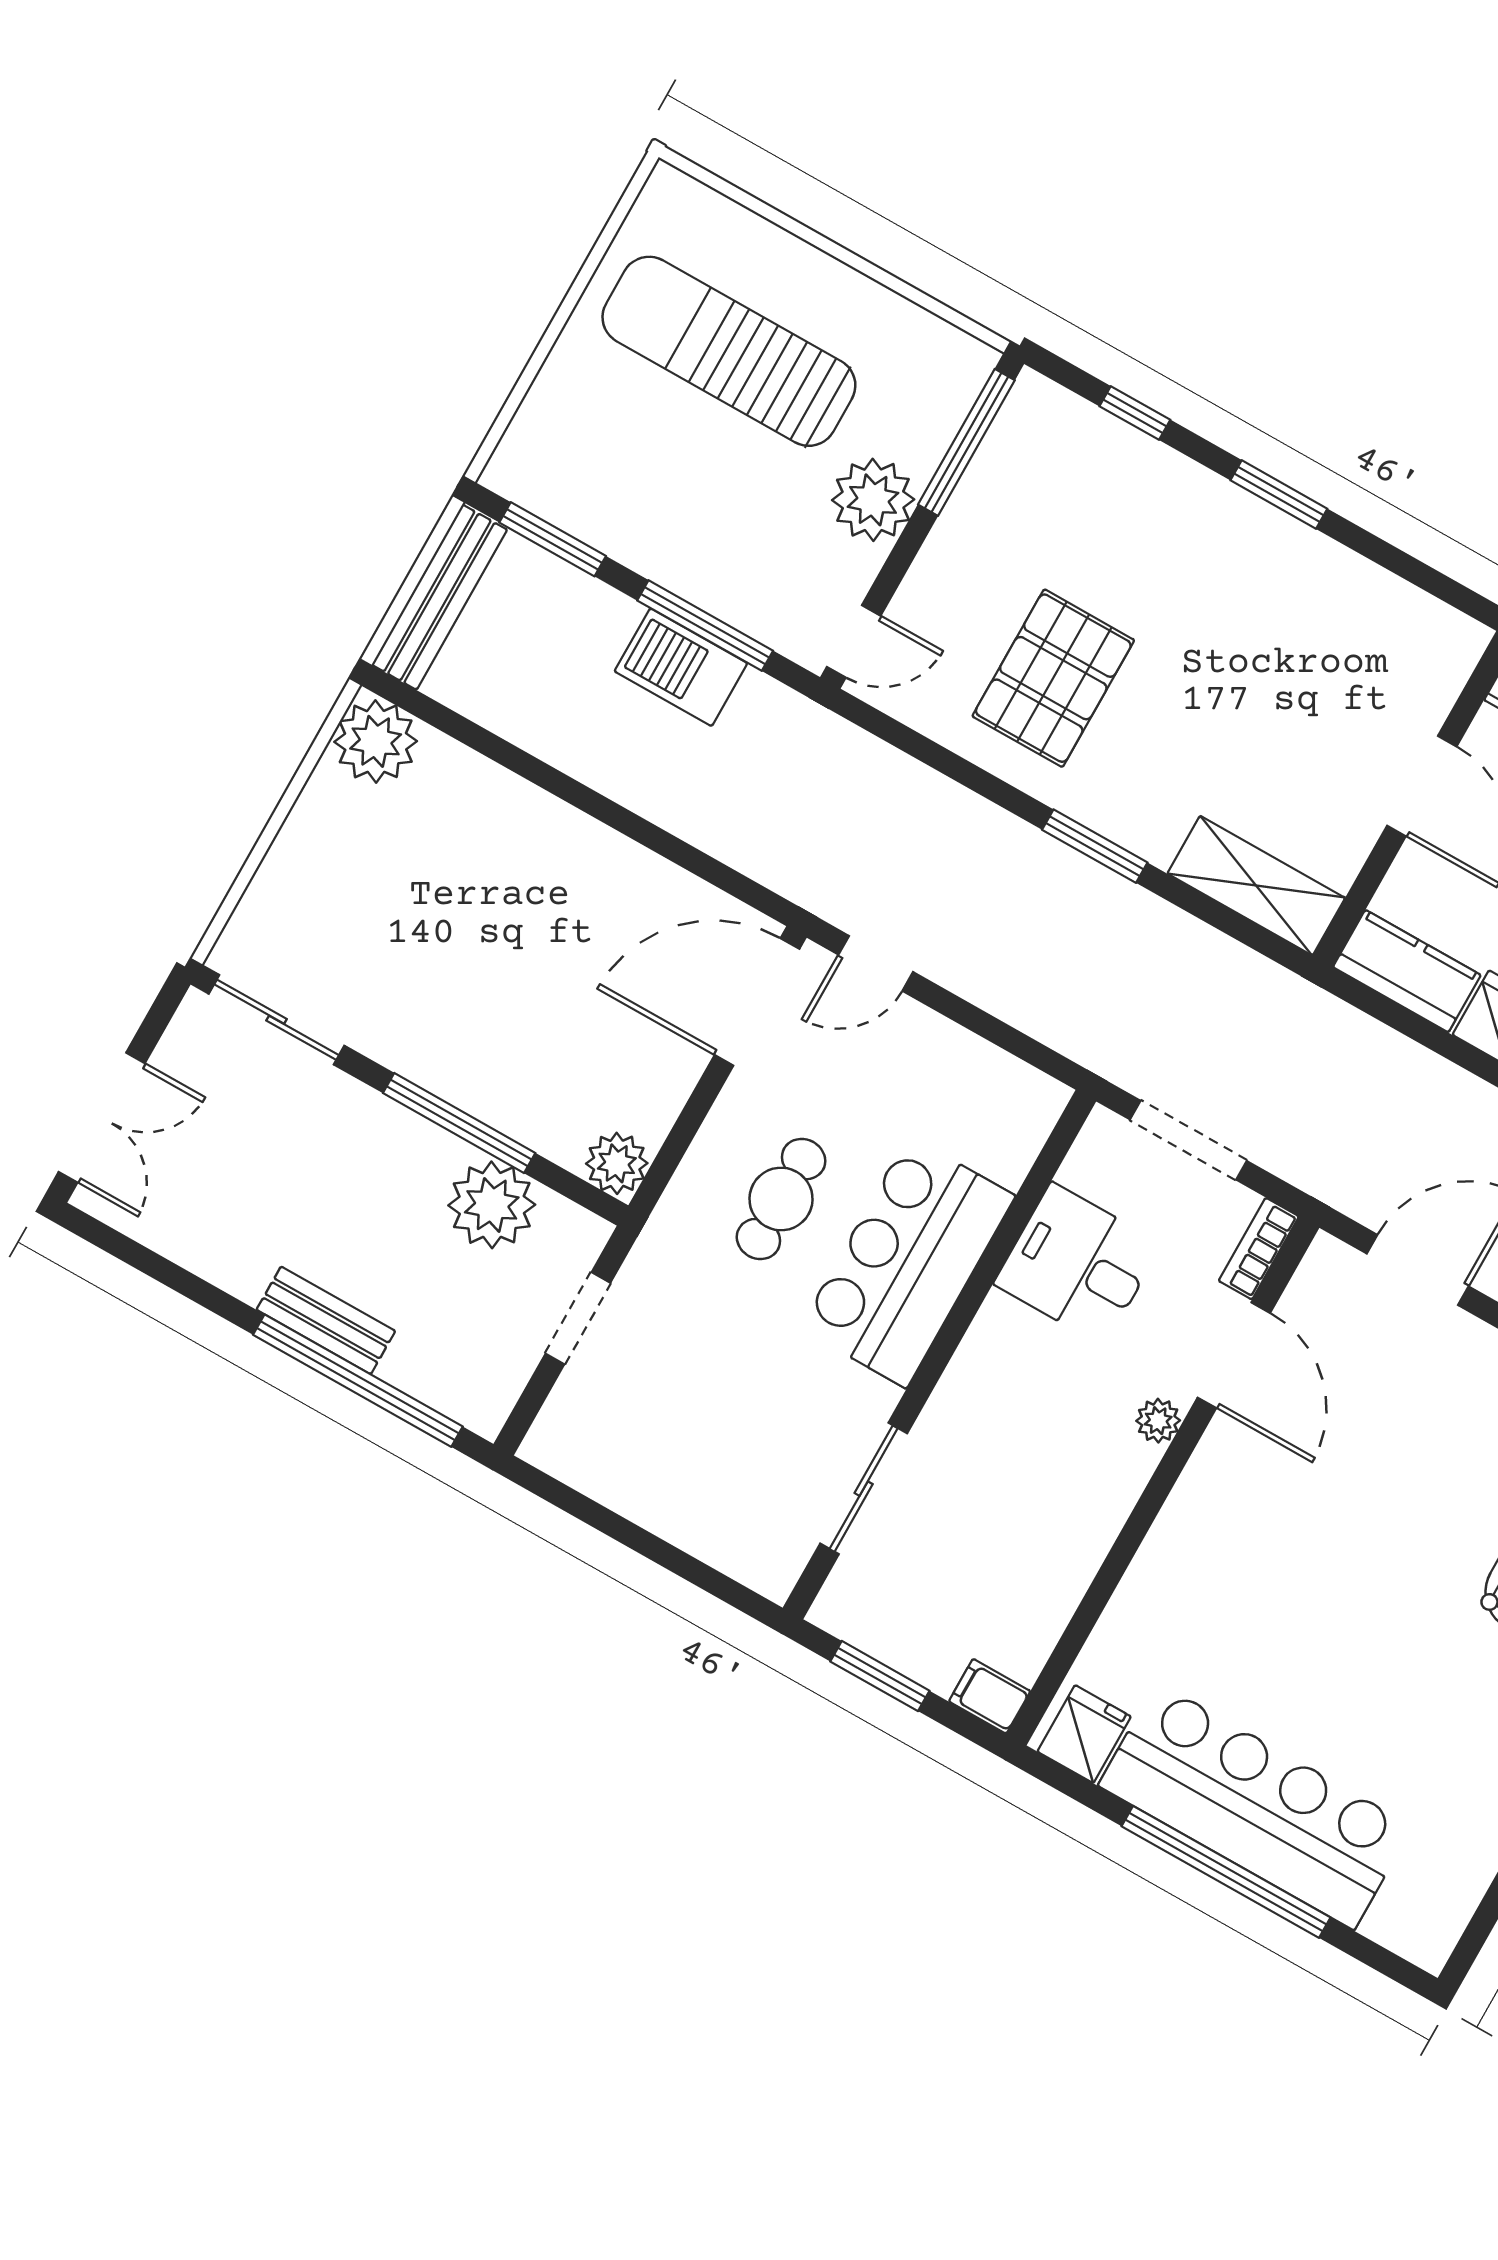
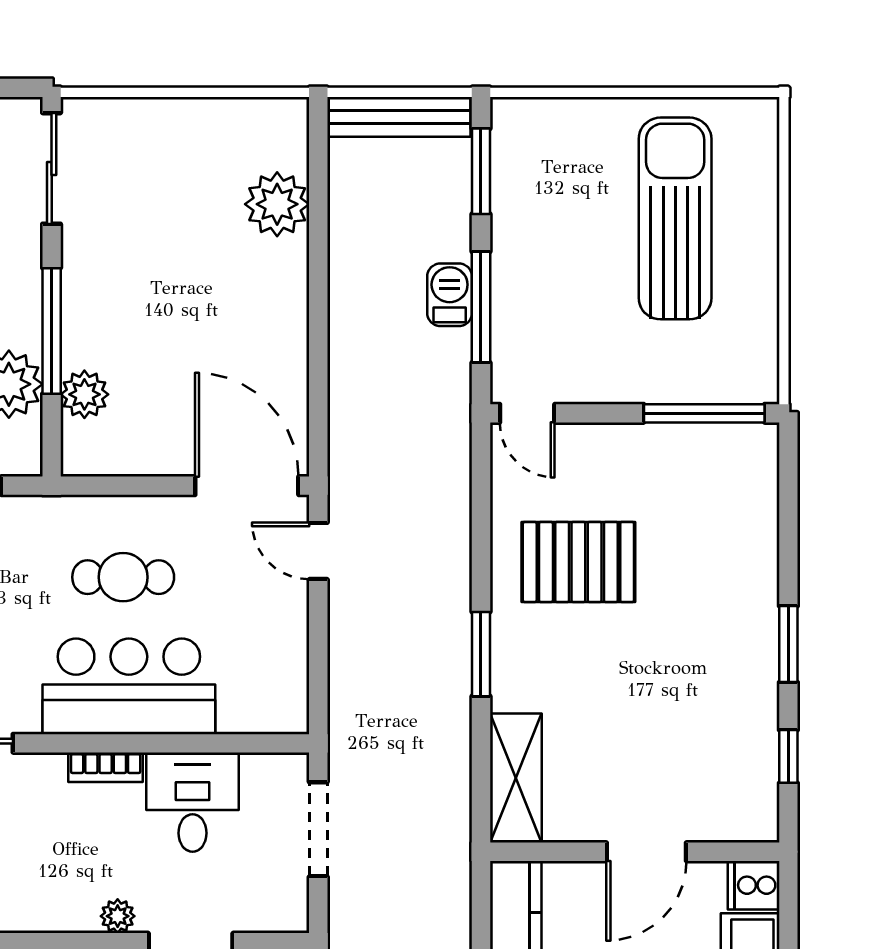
window: (1135, 413) -> (788, 756), moved
plant: (873, 500) -> (630, 372), removed
barbecue: (681, 667) -> (450, 295), width x0.73, depth x0.79
plant: (376, 741) -> (277, 204), moved
plant: (617, 1163) -> (84, 394), moved
bookcase: (1259, 1249) -> (106, 767), moved, turned 180

